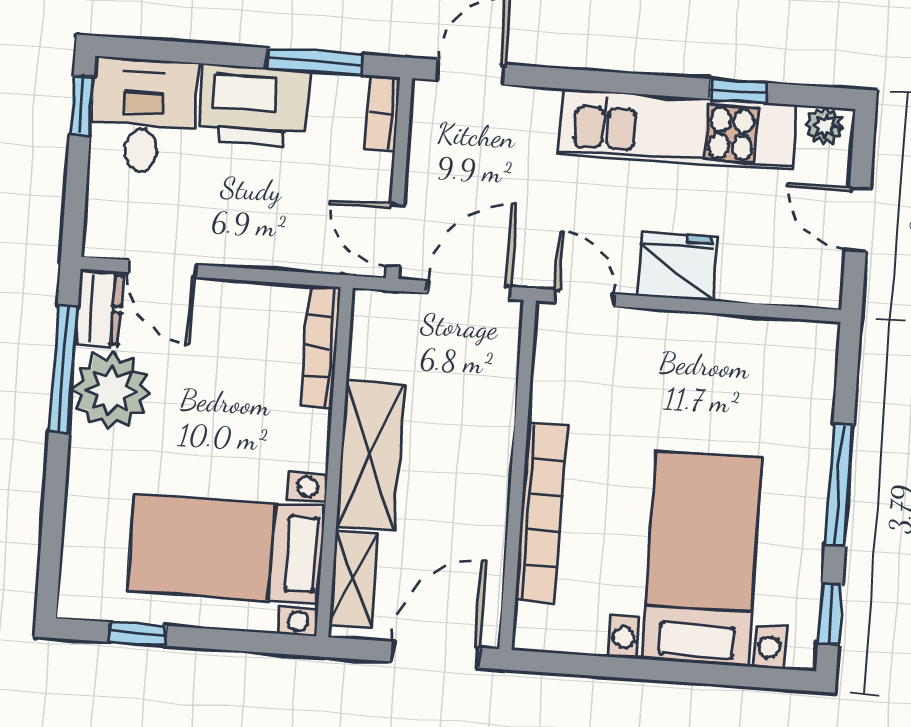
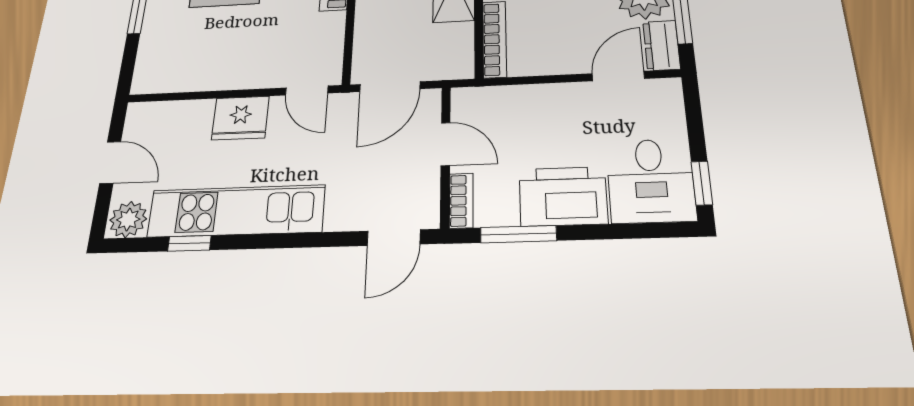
plant: (825, 126) -> (128, 219), width x1.38, depth x1.38
door: (395, 235) -> (446, 144), moved
door: (162, 268) -> (618, 76), hinge flipped

